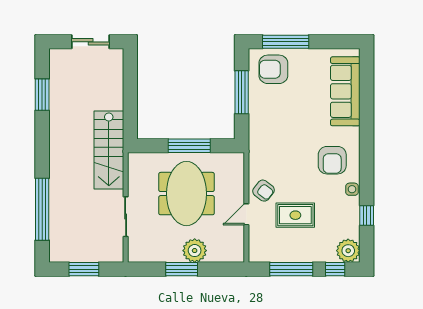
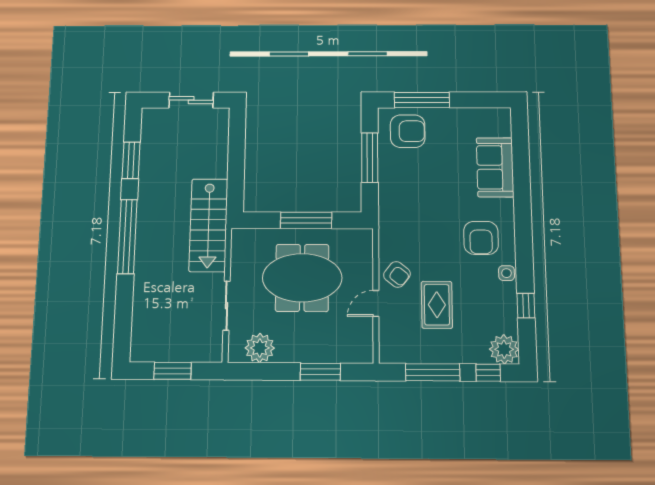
armchair: (273, 69) -> (408, 131), turned 180
sofa: (345, 91) -> (495, 167), width x0.73
meeting table: (186, 194) -> (302, 278), turned 90
window: (42, 209) -> (127, 237), moved
rug: (295, 215) -> (437, 305), turned 90
plant: (195, 251) -> (260, 348), moved
window: (182, 269) -> (320, 372), moved

